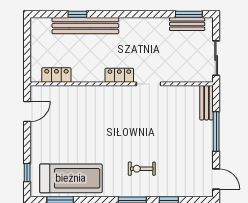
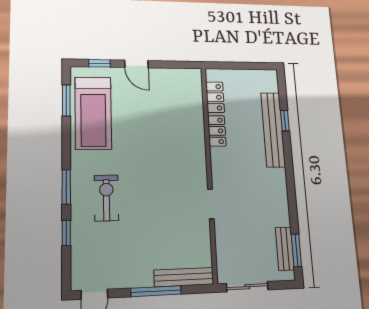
locker: (119, 75) -> (217, 131), moved
bench: (206, 103) -> (184, 277), width x1.36
door: (27, 111) -> (136, 64), moved
exercise bike: (142, 169) -> (106, 198), width x1.38, depth x1.39

